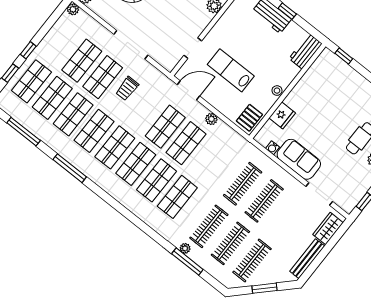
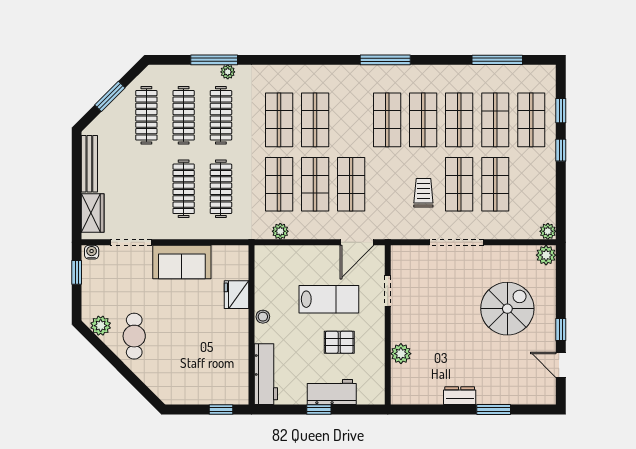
workbench: (305, 51) -> (266, 374), width x1.38
pallet: (249, 118) -> (339, 342), moved, turned 90
plant: (211, 119) -> (280, 231), moved
water cooler: (273, 148) -> (92, 252), moved
shop shelf: (136, 164) -> (279, 184), moved
window: (70, 168) -> (385, 60), moved

